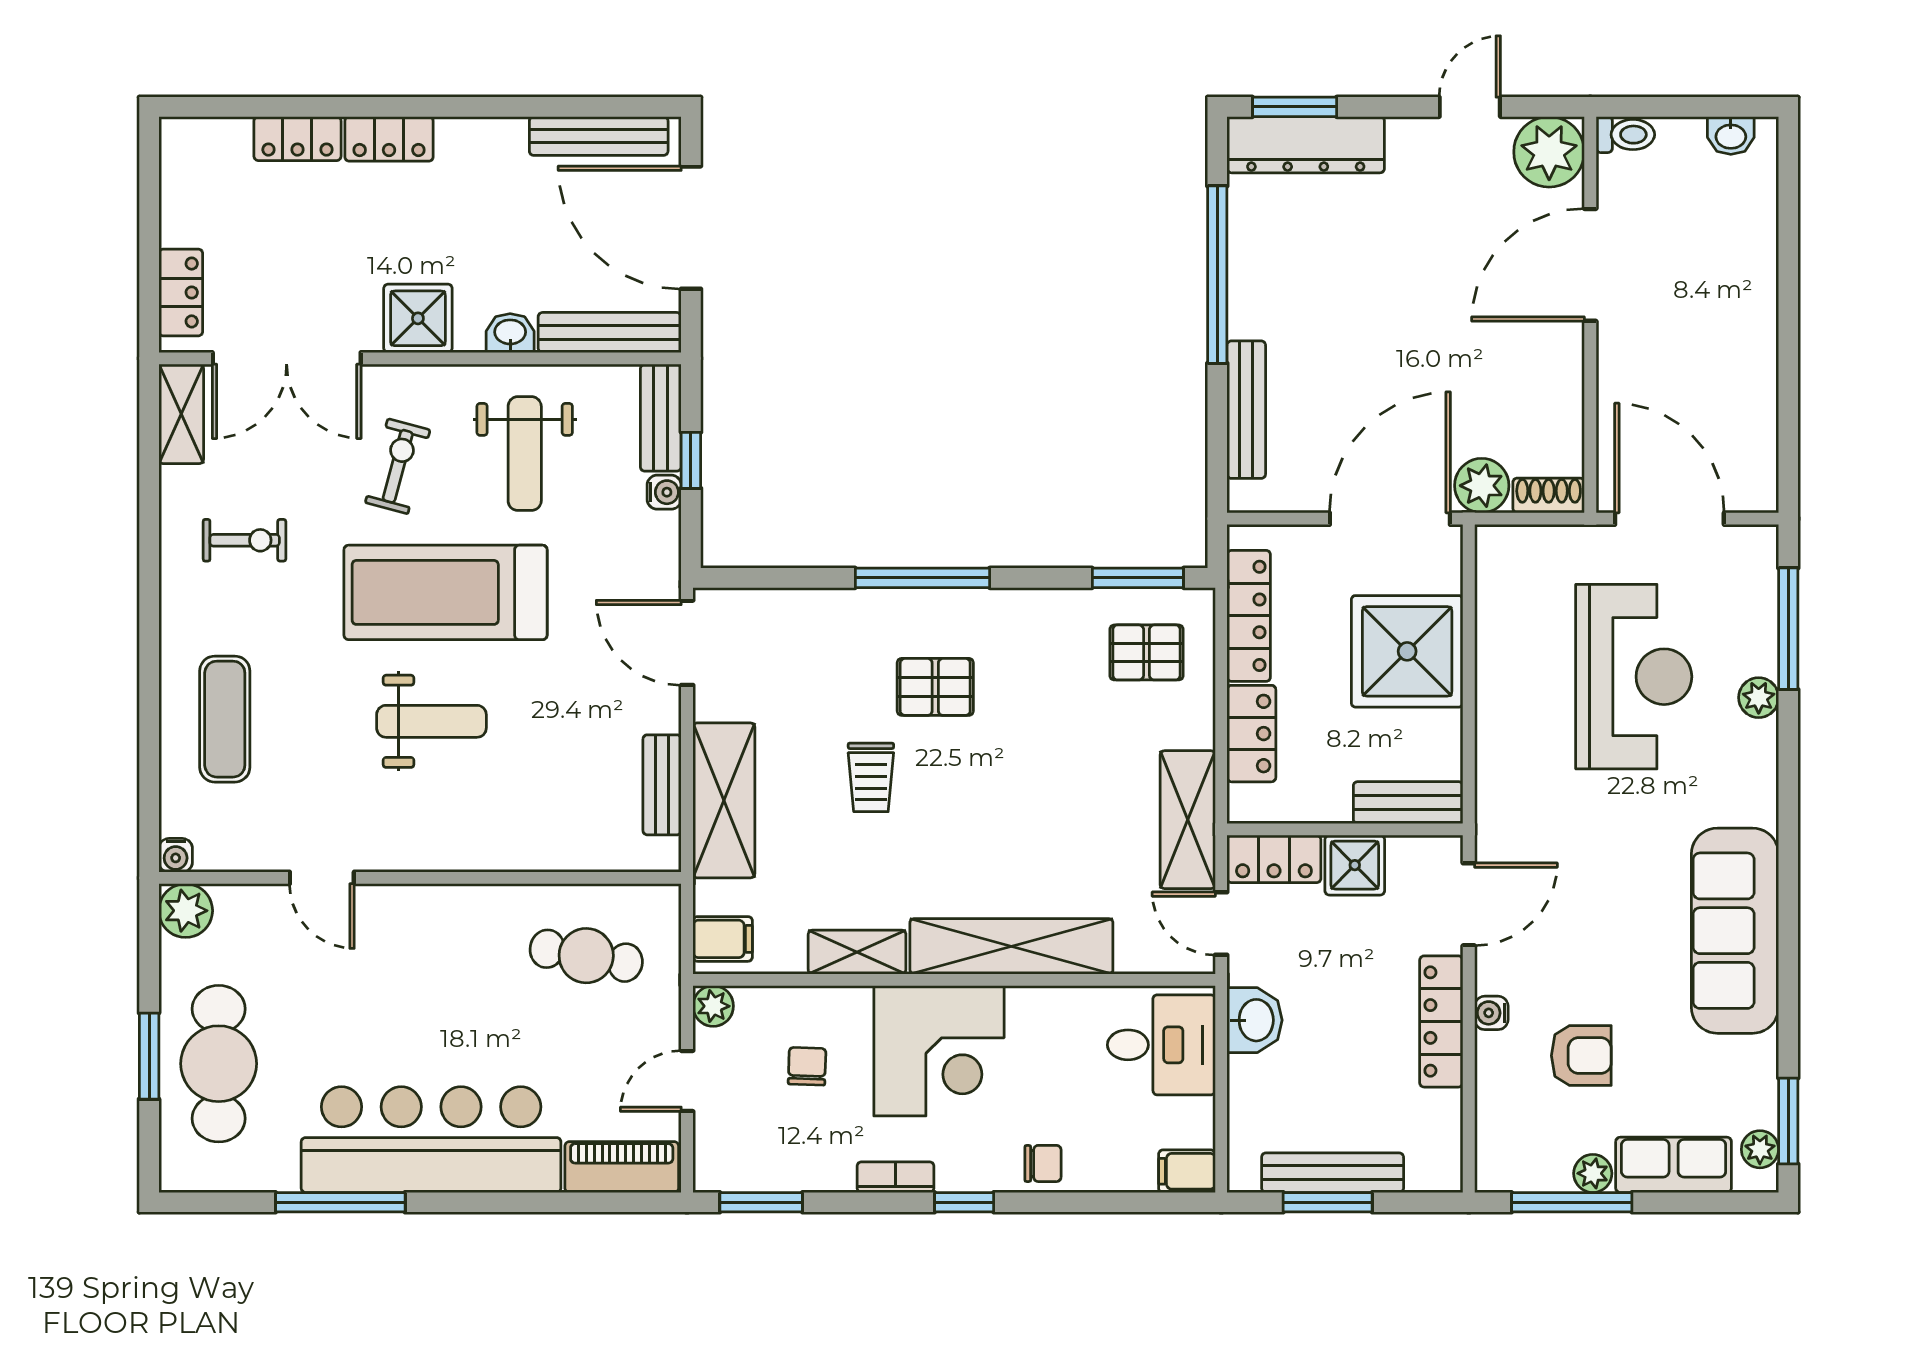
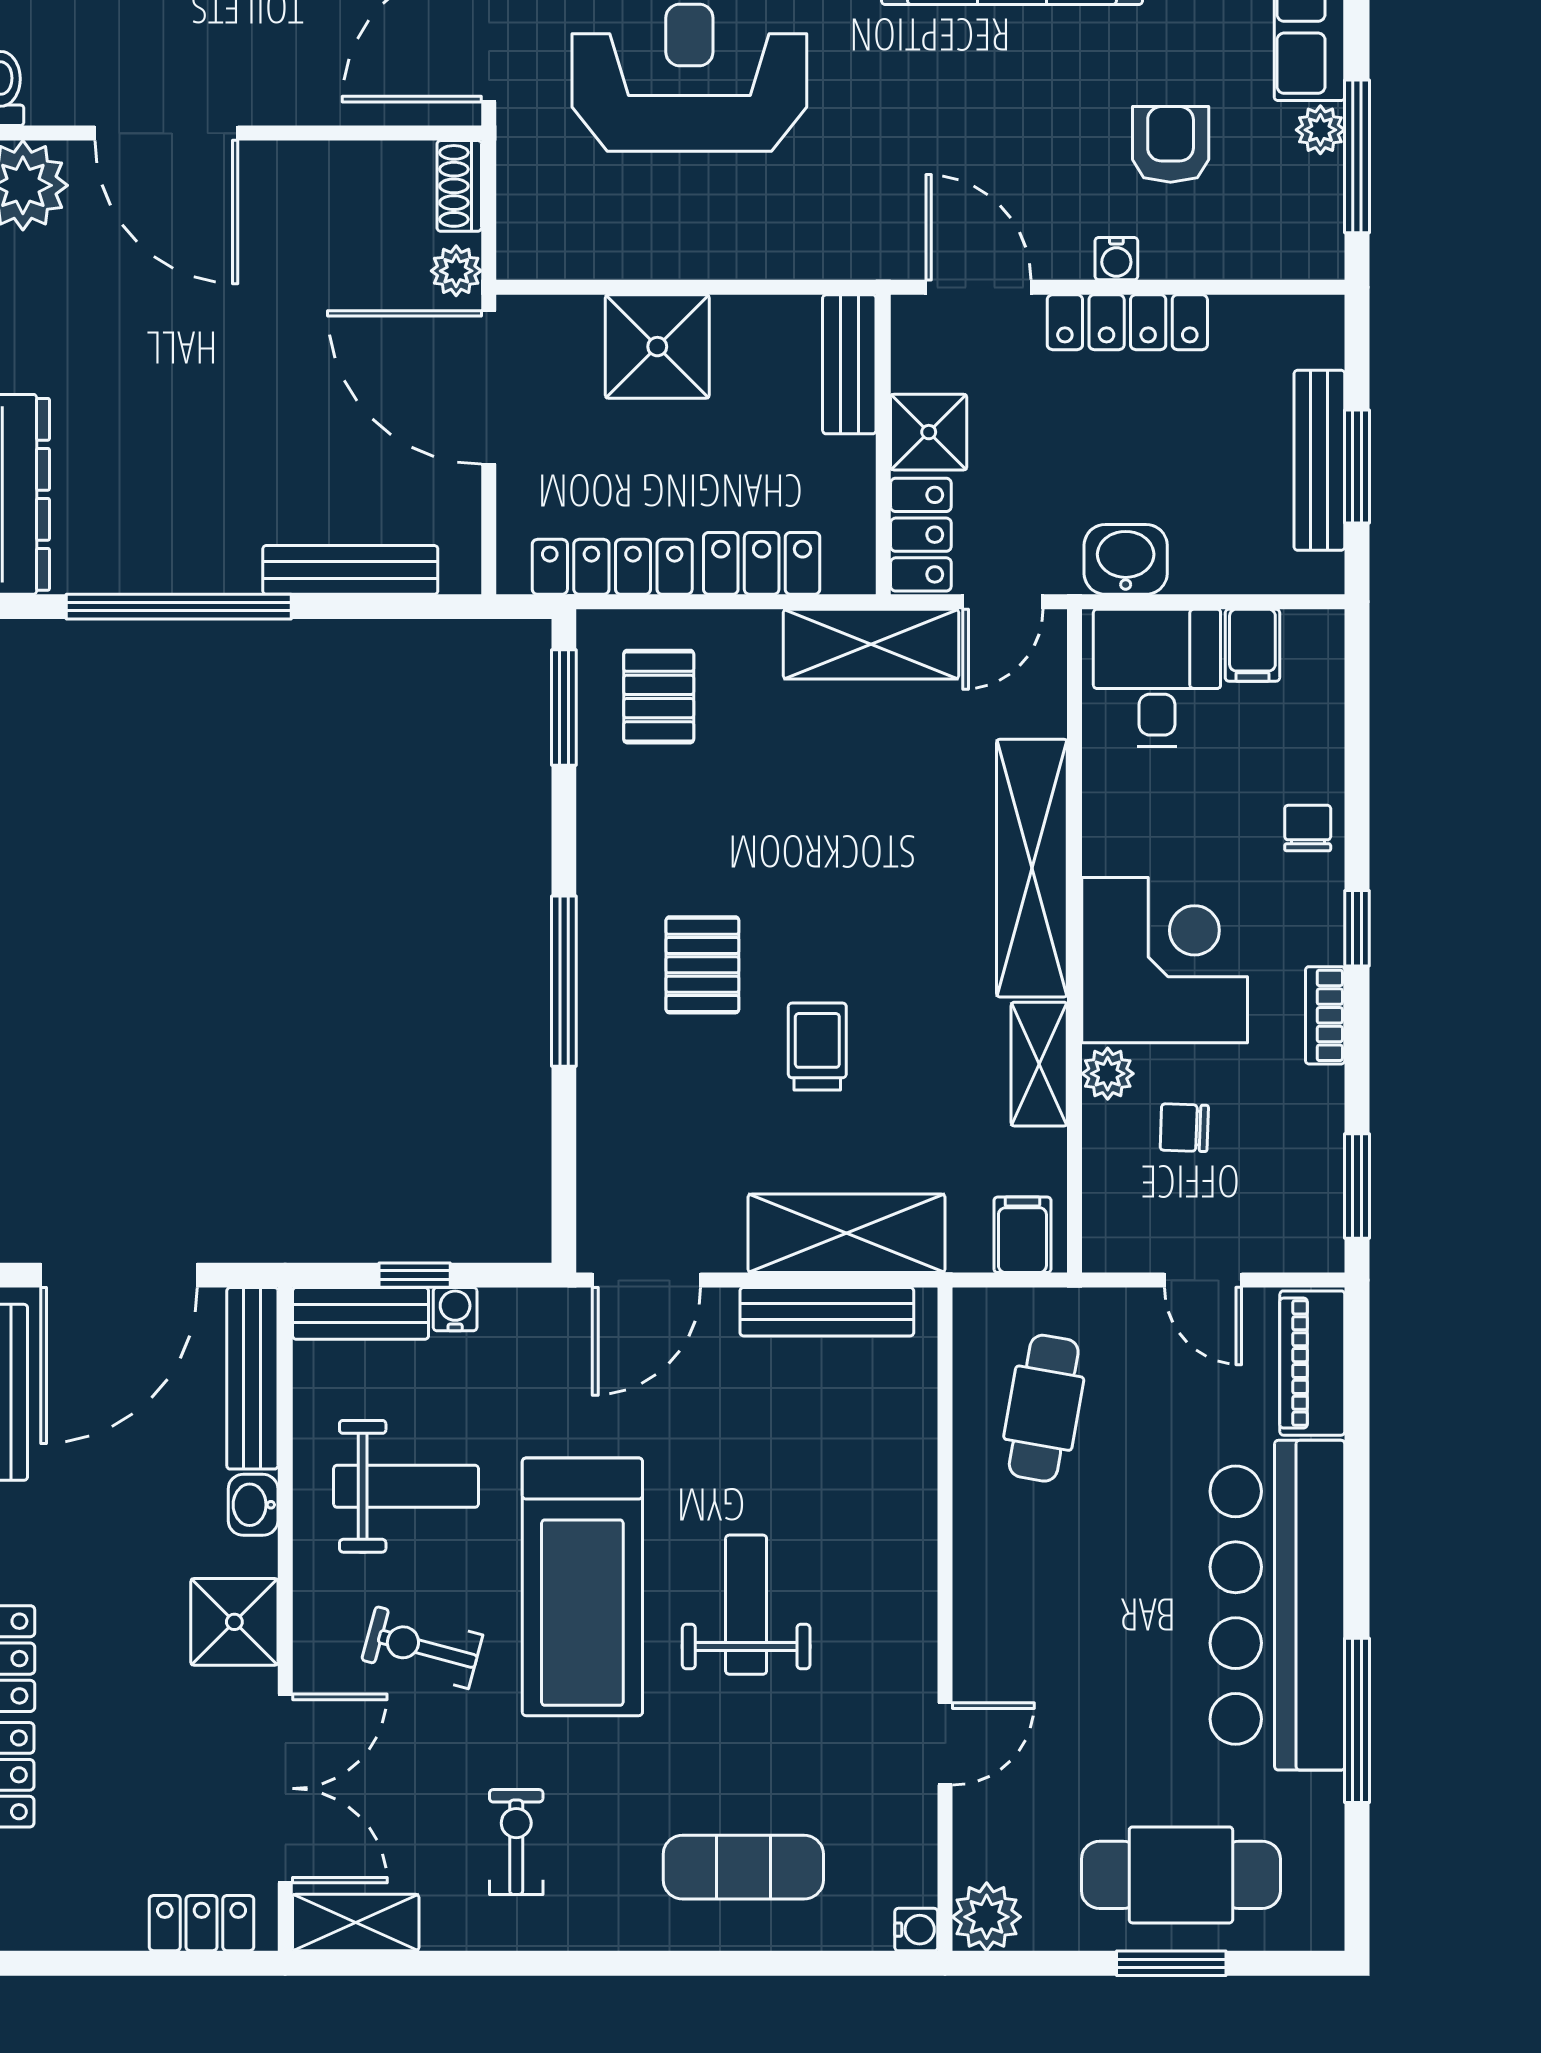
plant: (1482, 486) -> (456, 271), width x0.73, depth x0.73
shower: (1407, 651) -> (657, 347), width x0.73, depth x0.73
trolley: (871, 777) -> (817, 1047), turned -90
bench: (662, 785) -> (827, 1312), width x1.36
plant: (713, 1006) -> (1108, 1074), moved
filing cabinet: (1187, 1171) -> (1252, 645), moved

